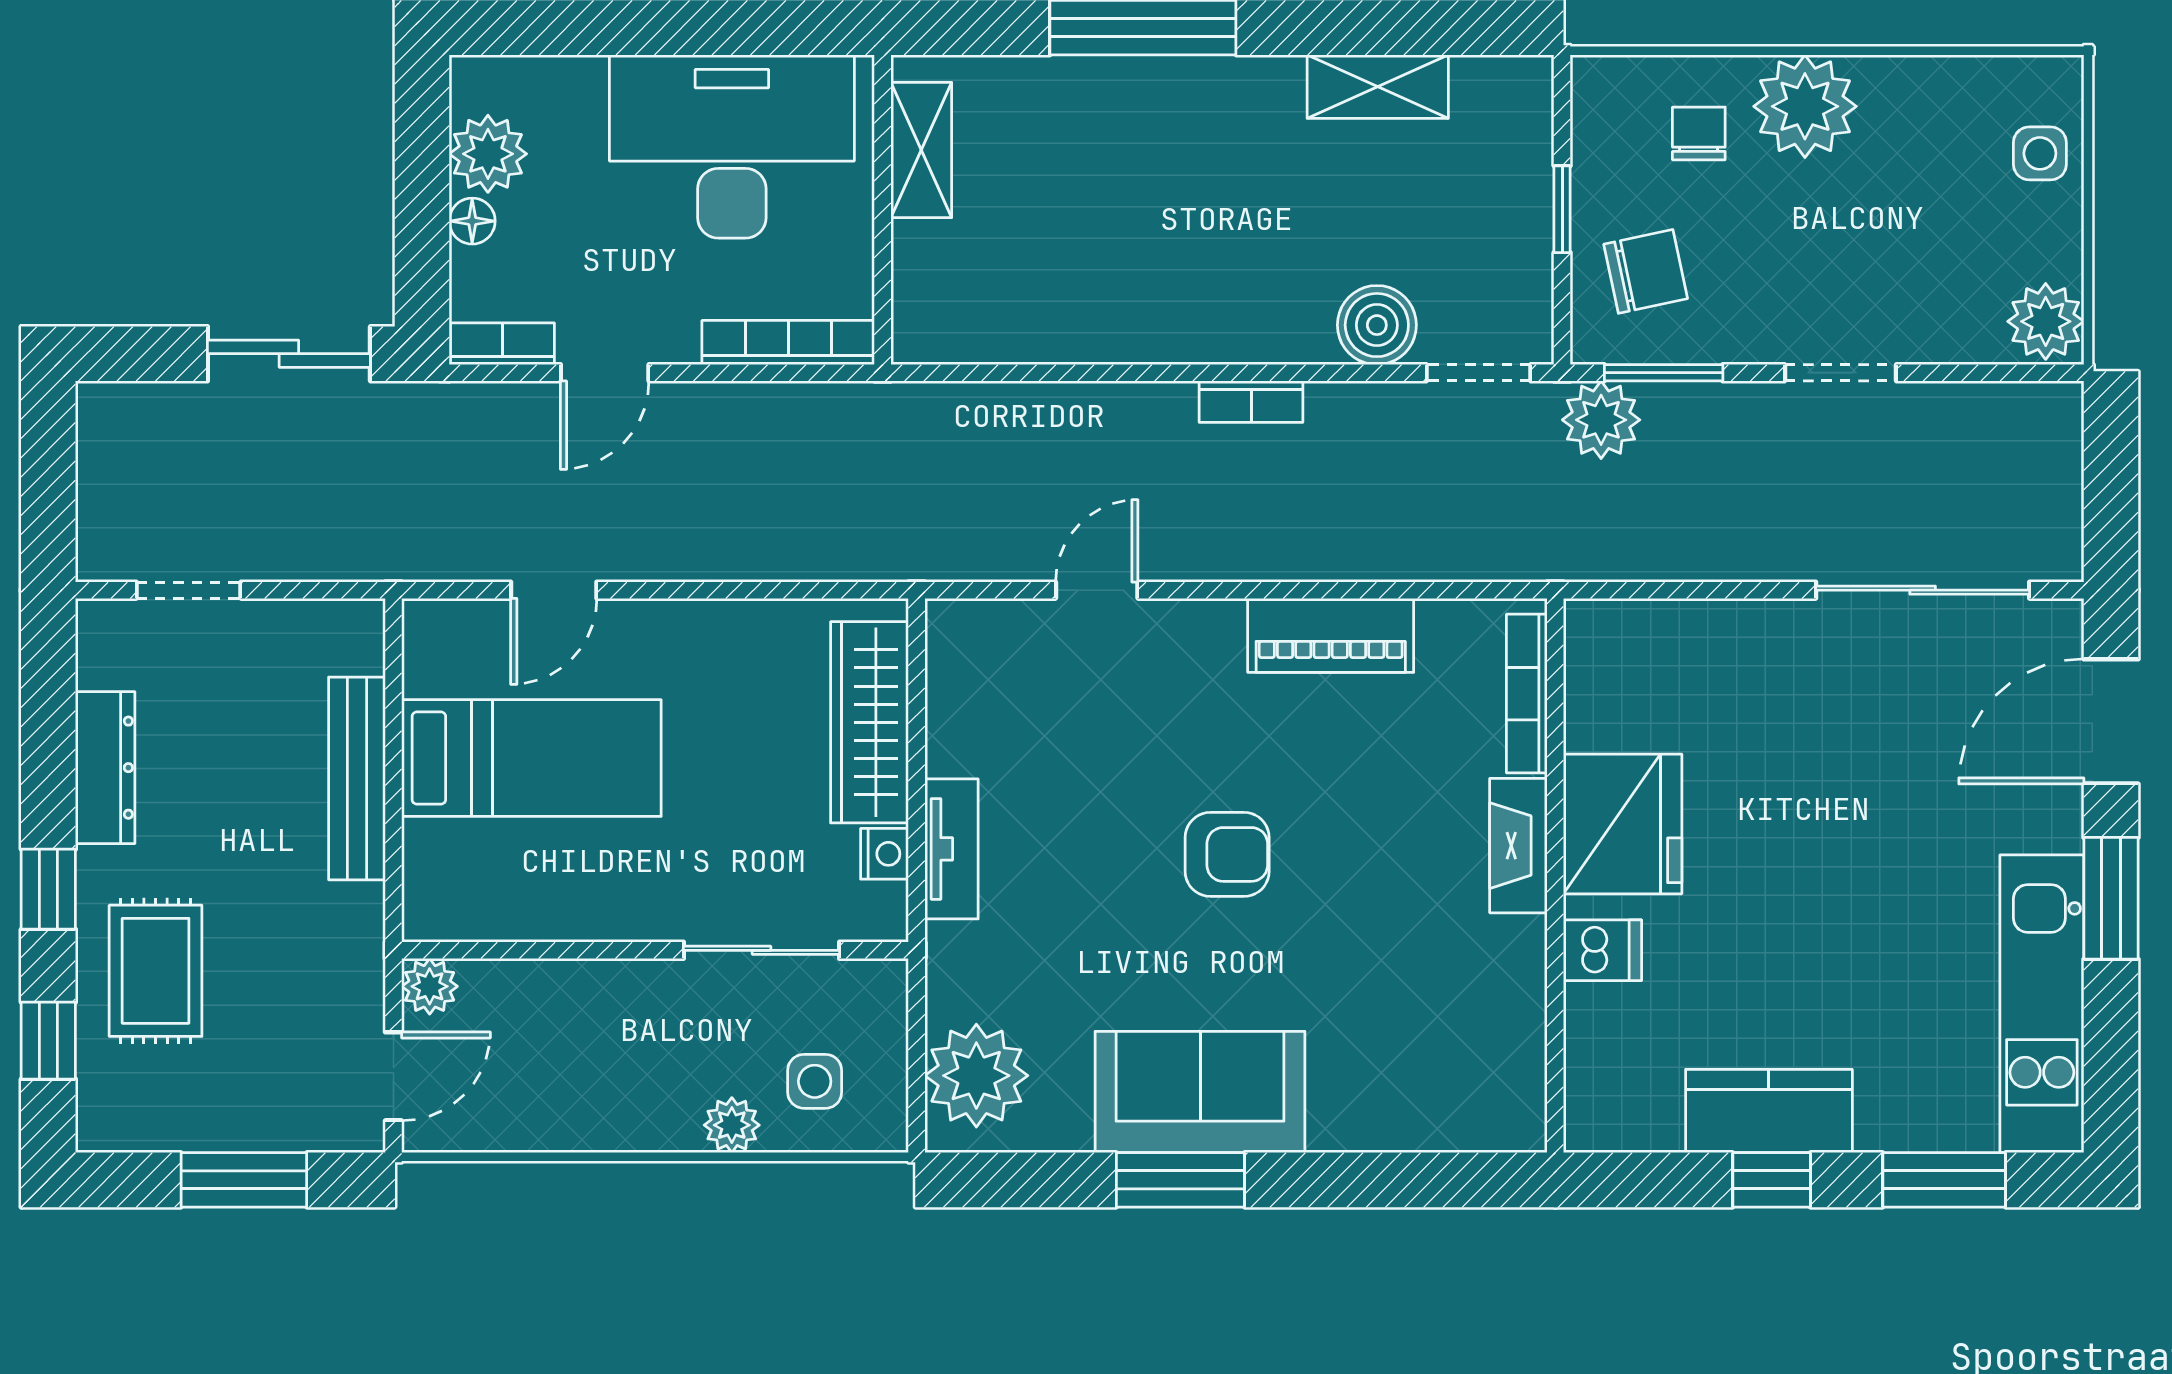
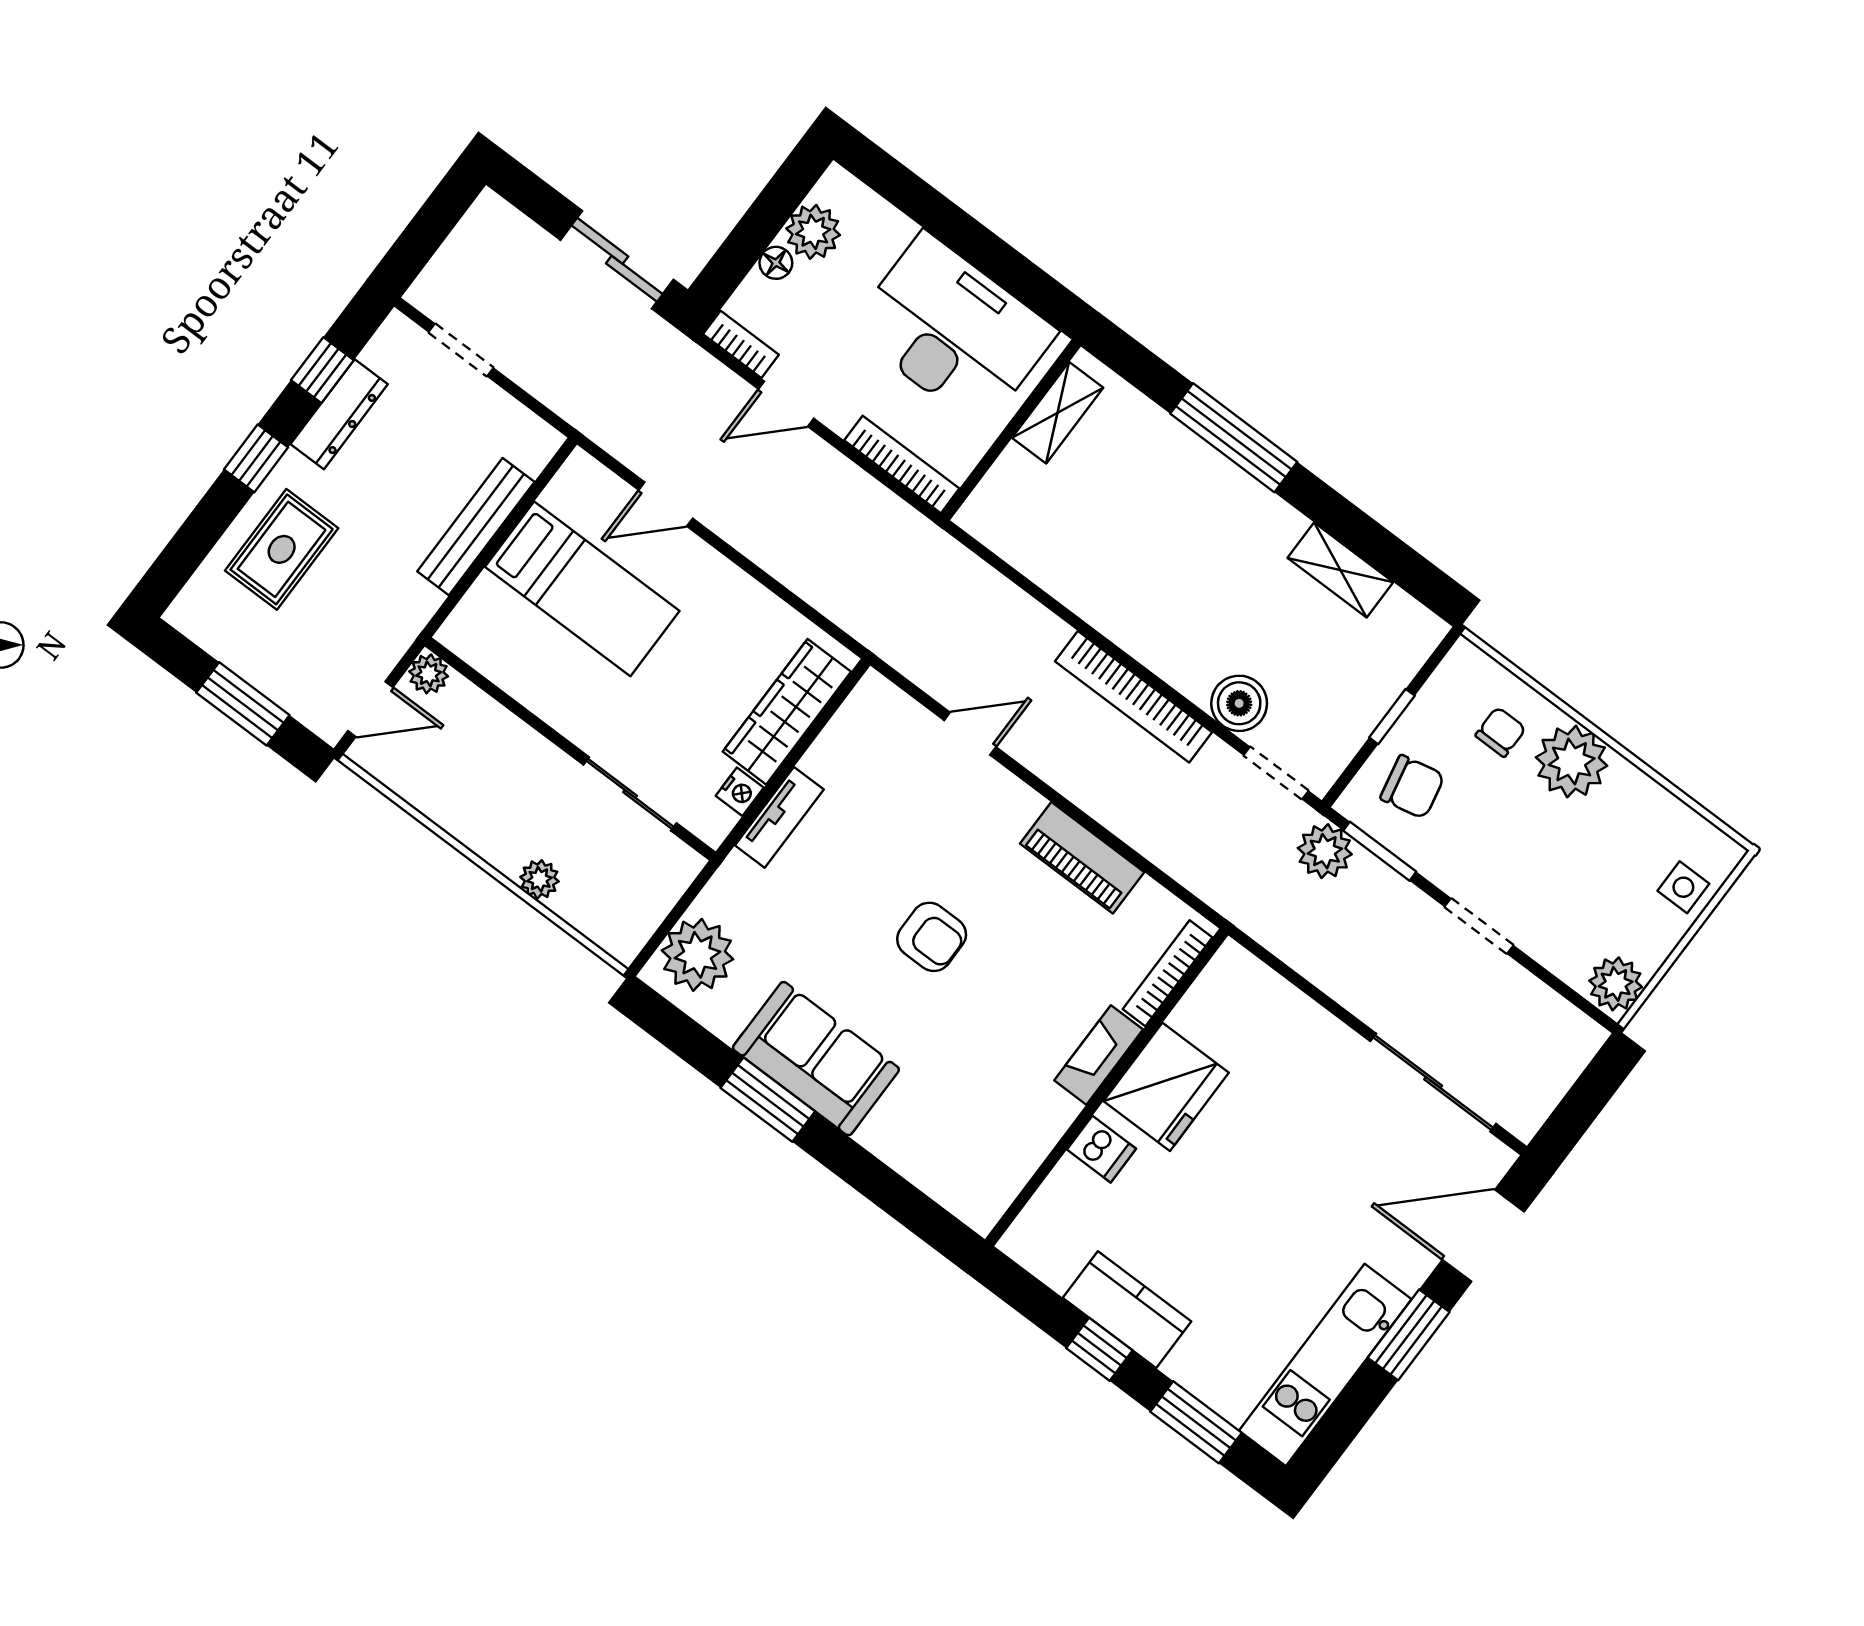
bookcase: (1251, 402) -> (1133, 697), width x2.31, depth x1.31
window: (48, 1041) -> (322, 370), moved
side table: (815, 1081) -> (604, 890), removed

